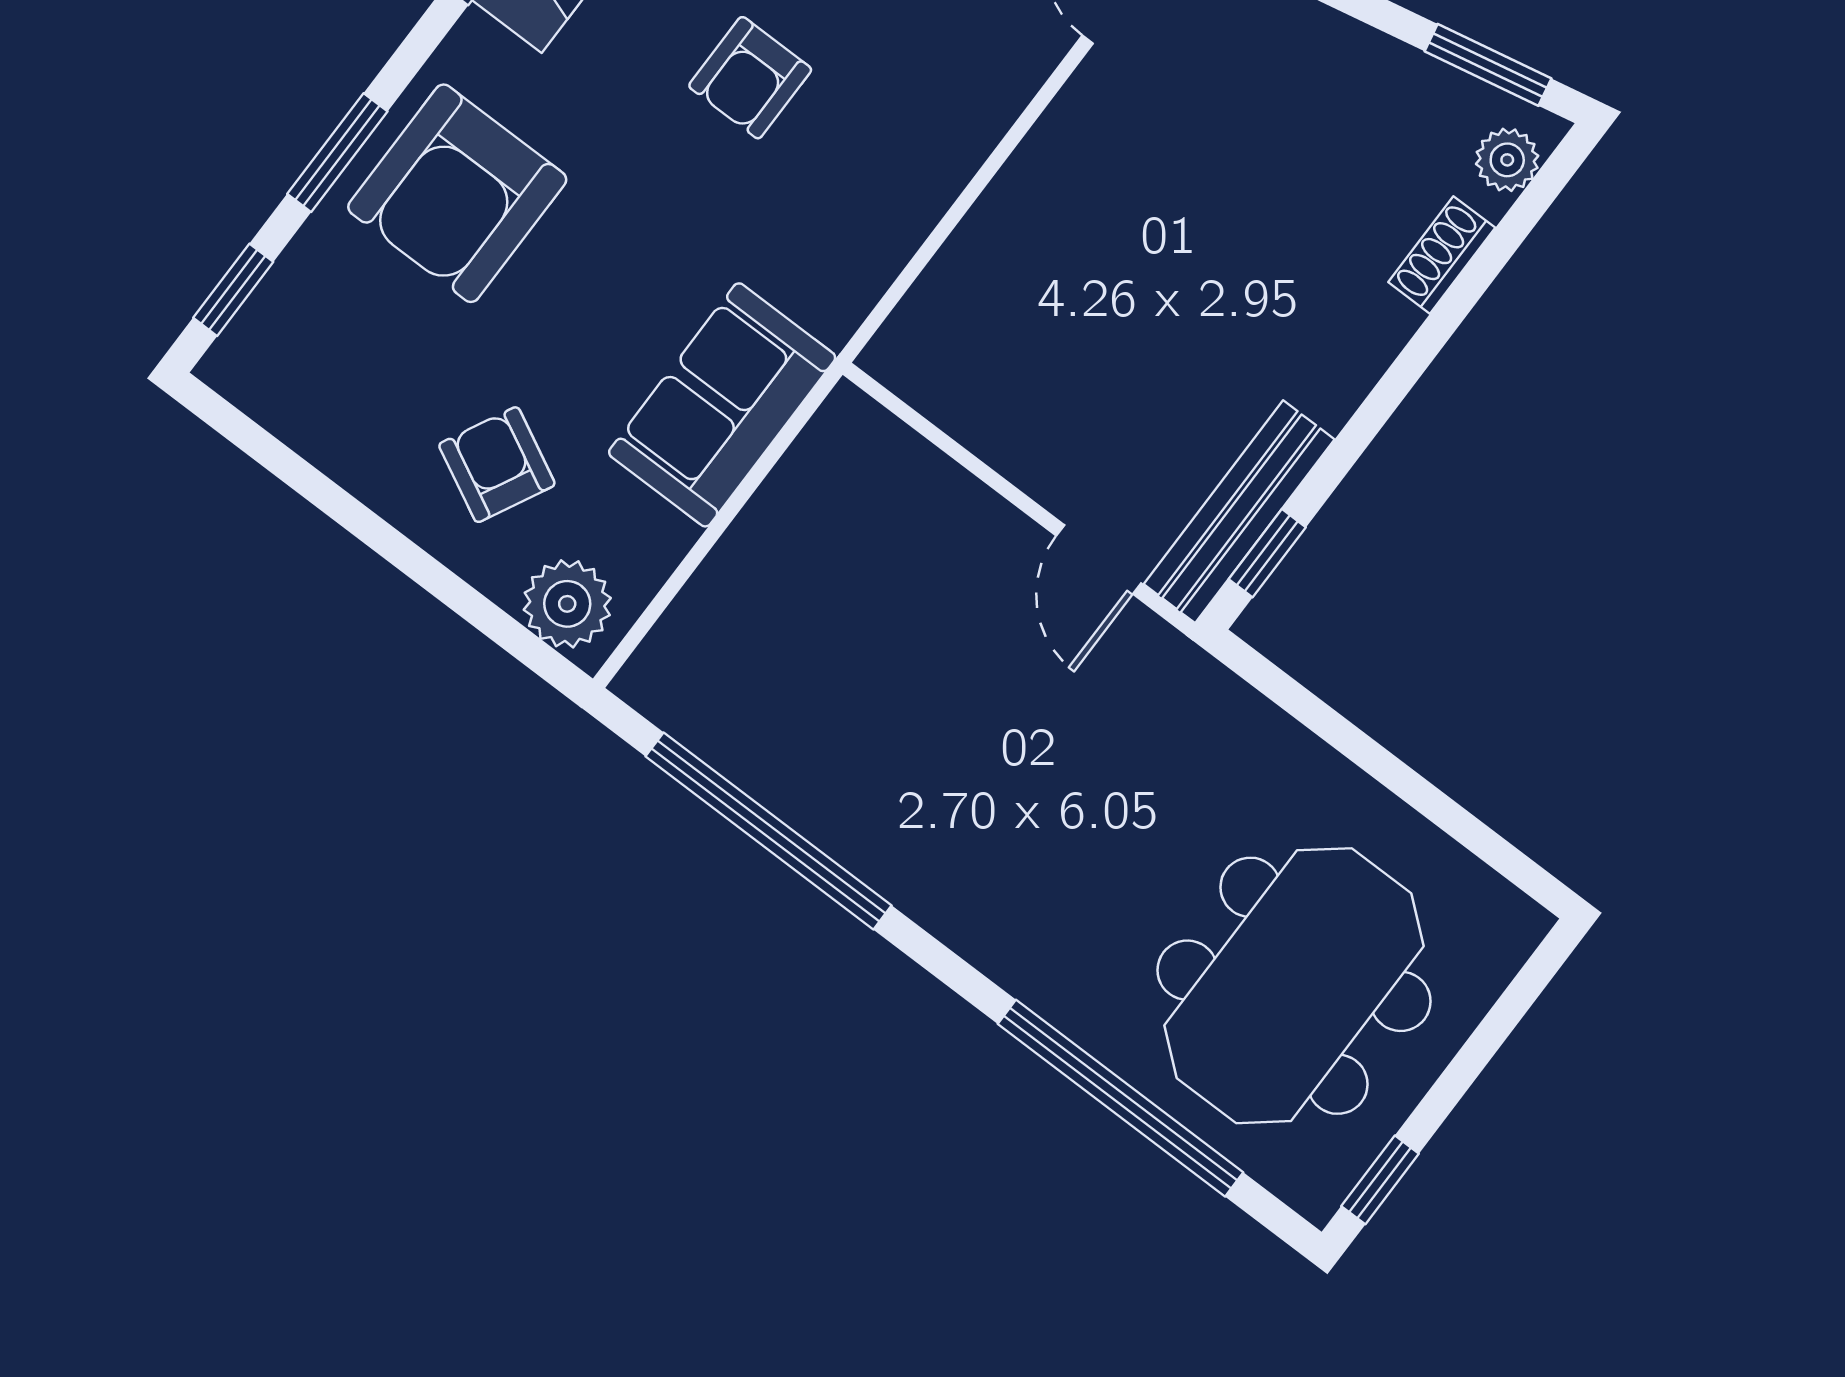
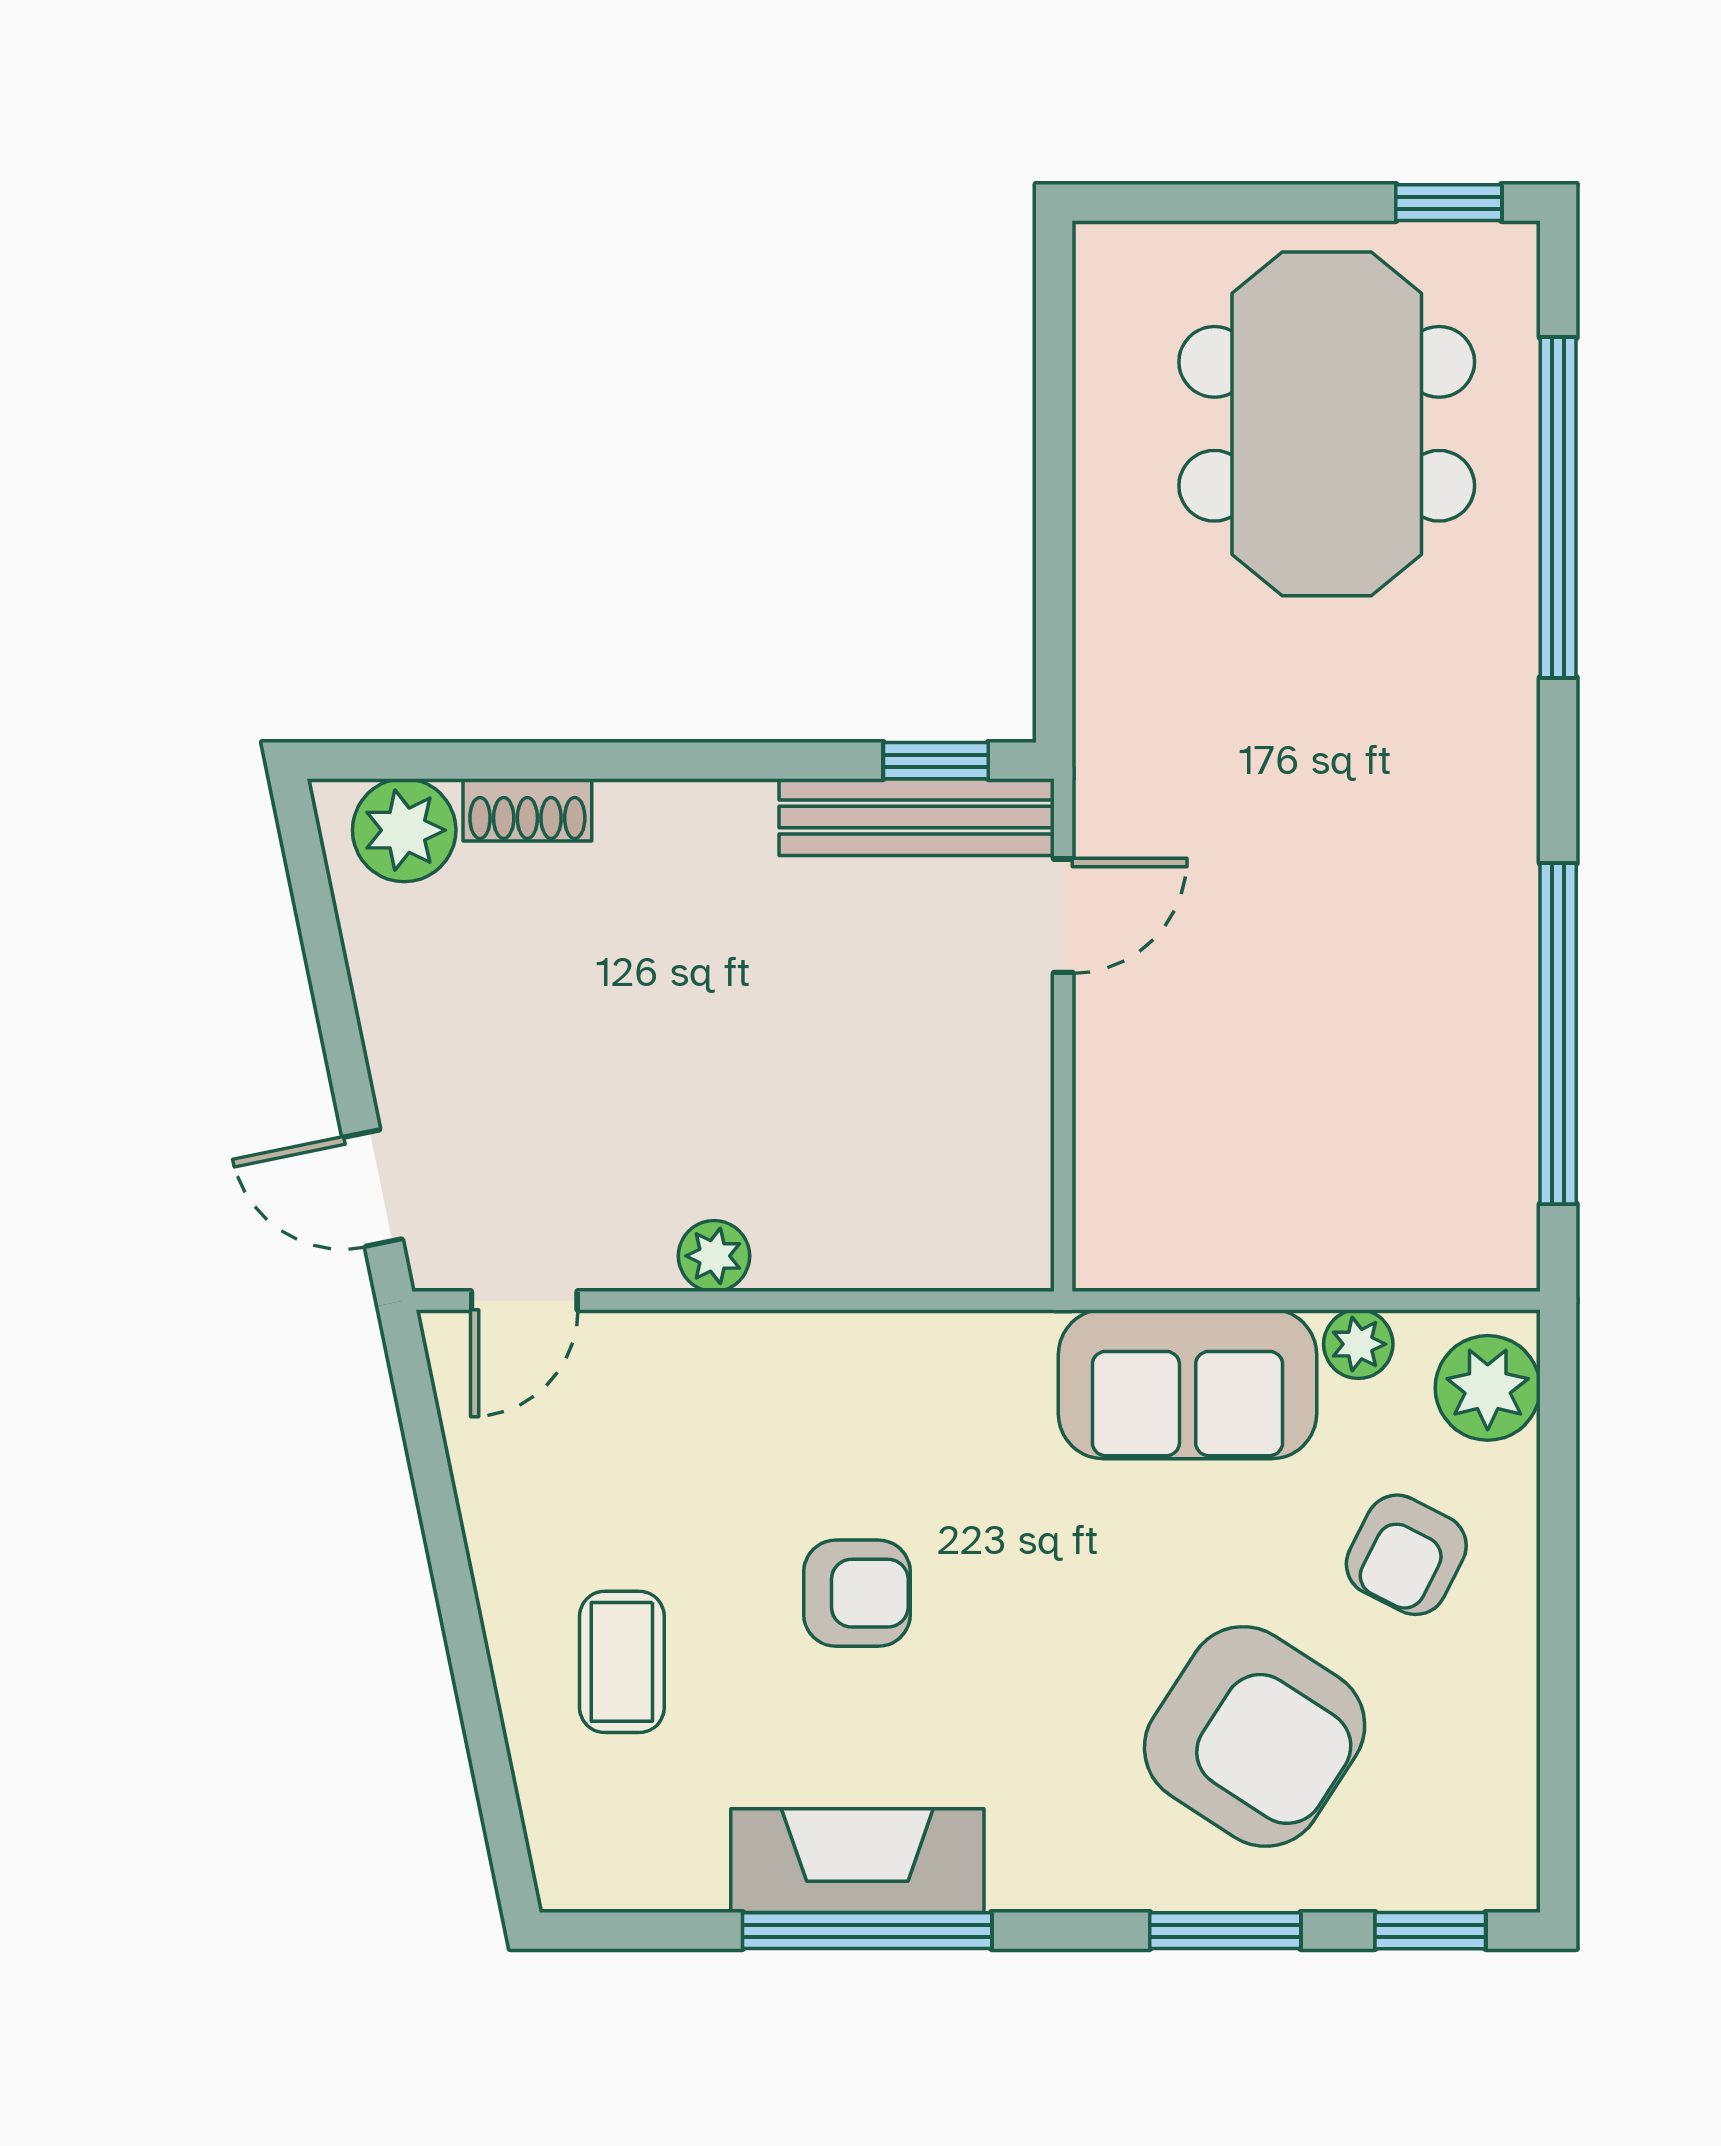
window: (1488, 65) -> (314, 903), removed
plant: (1048, 153) -> (714, 1256), added
plant: (1507, 160) -> (404, 830), width x1.38, depth x1.38
armchair: (457, 193) -> (1255, 1736), moved, turned 33
plant: (662, 540) -> (1358, 1344), added
meeting table: (1294, 986) -> (1327, 424), turned 90

